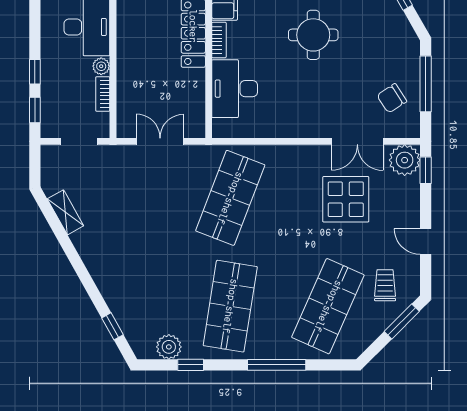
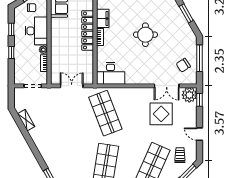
desk: (235, 89) -> (111, 73), moved, turned -90
window: (35, 110) -> (11, 29), moved
shop shelf: (230, 198) -> (105, 113), turned -42

